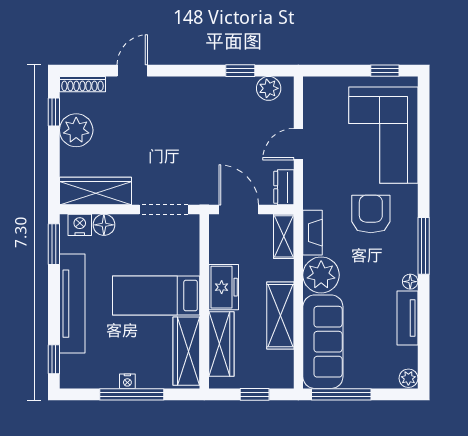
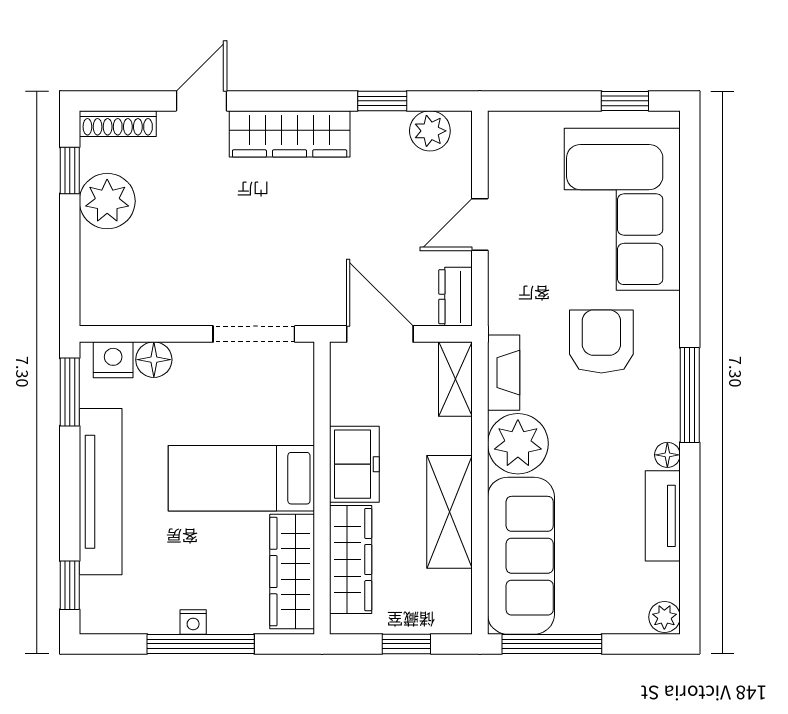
wardrobe: (95, 191) -> (290, 134), moved, turned 180

